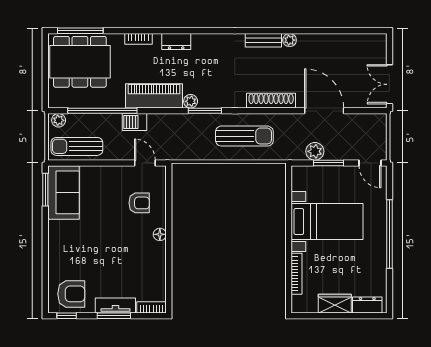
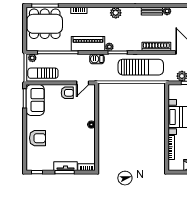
dresser: (176, 42) -> (101, 12), removed
plant: (201, 43) -> (116, 13), added
barbecue: (134, 122) -> (97, 59), moved
sun lounger: (244, 136) -> (141, 67), width x1.36, depth x1.34
door: (145, 163) -> (83, 83), swing flipped
armchair: (139, 203) -> (67, 93), moved
armchair: (71, 294) -> (37, 138), moved

